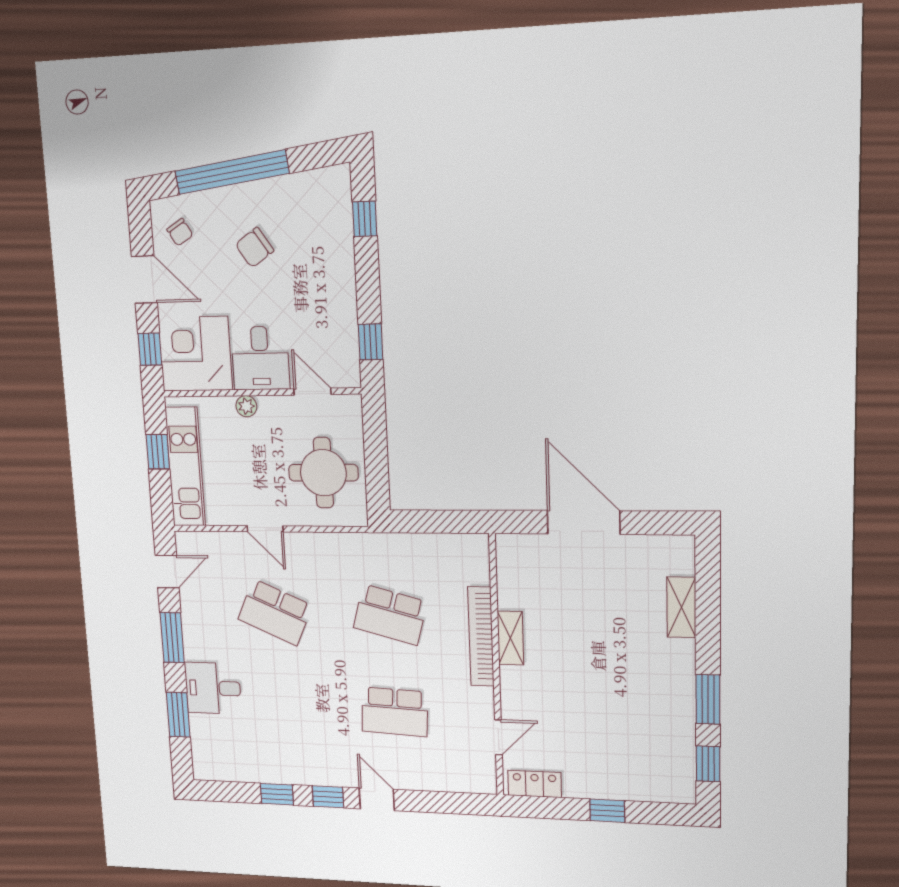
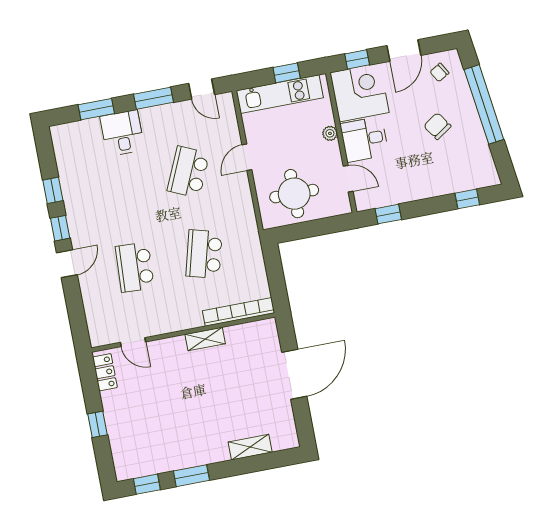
door: (312, 392) -> (348, 179), hinge flipped
bookcase: (481, 637) -> (239, 312), moved

